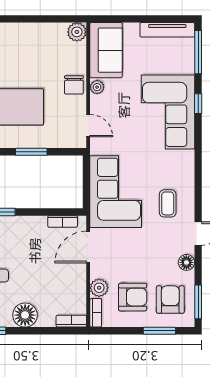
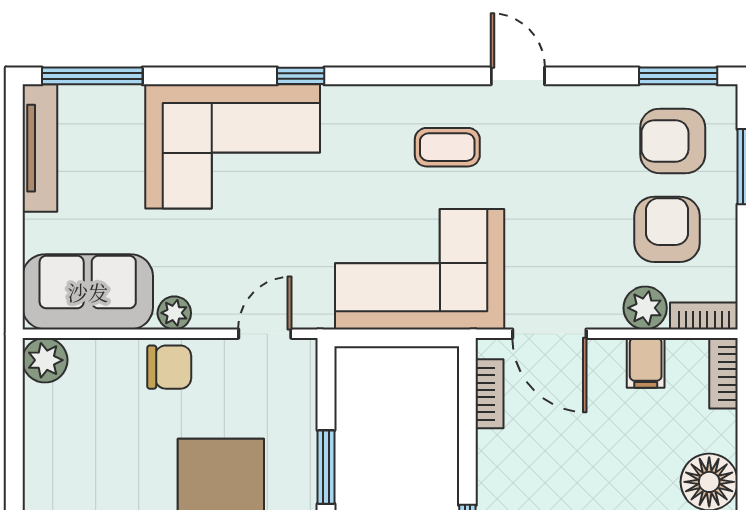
window: (198, 104) -> (301, 76), moved
floor lamp: (186, 262) -> (586, 103), removed
filing cabinet: (76, 288) -> (646, 363), added

